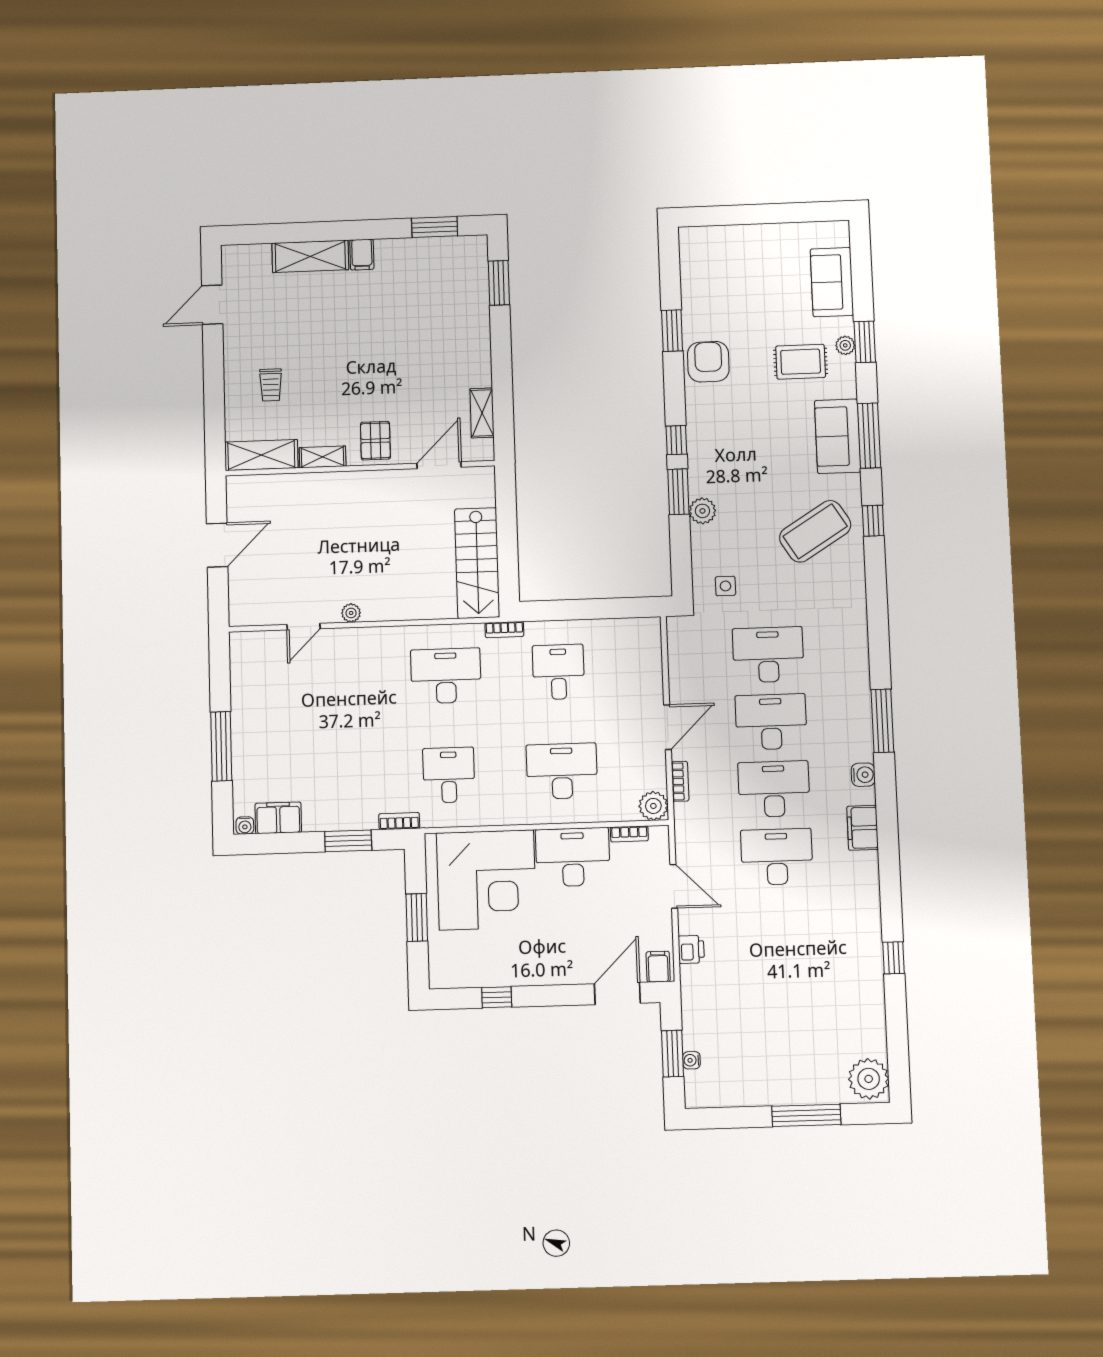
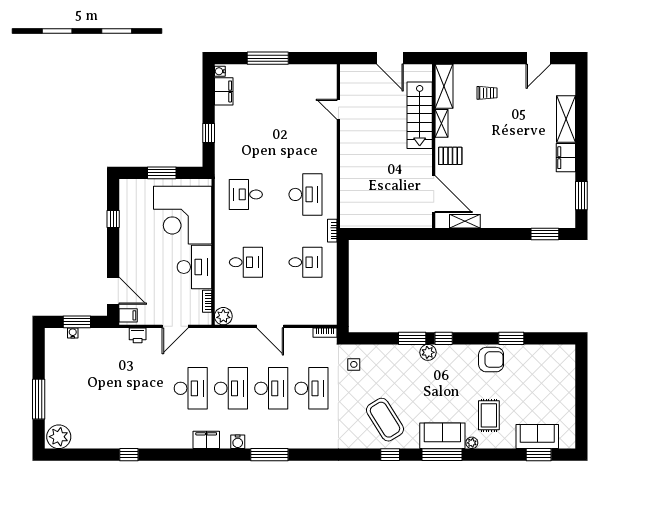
filing cabinet: (362, 255) -> (566, 158), width x2.00
door: (212, 305) -> (538, 58), swing flipped
window: (865, 342) -> (539, 455), moved
plant: (845, 345) -> (472, 443), moved
trolley: (271, 385) -> (487, 93), turned 180
door: (439, 465) -> (434, 194), width x1.36
plant: (702, 511) -> (428, 352), moved
stairs: (477, 563) -> (420, 115), moved, turned -90
plant: (351, 613) -> (346, 138), removed
desk: (562, 771) -> (246, 262), width x0.73
desk: (449, 775) -> (246, 194), turned 180
bookcase: (680, 781) -> (325, 333), moved
bookcase: (399, 821) -> (219, 164), removed
window: (348, 841) -> (209, 133), width x0.67

